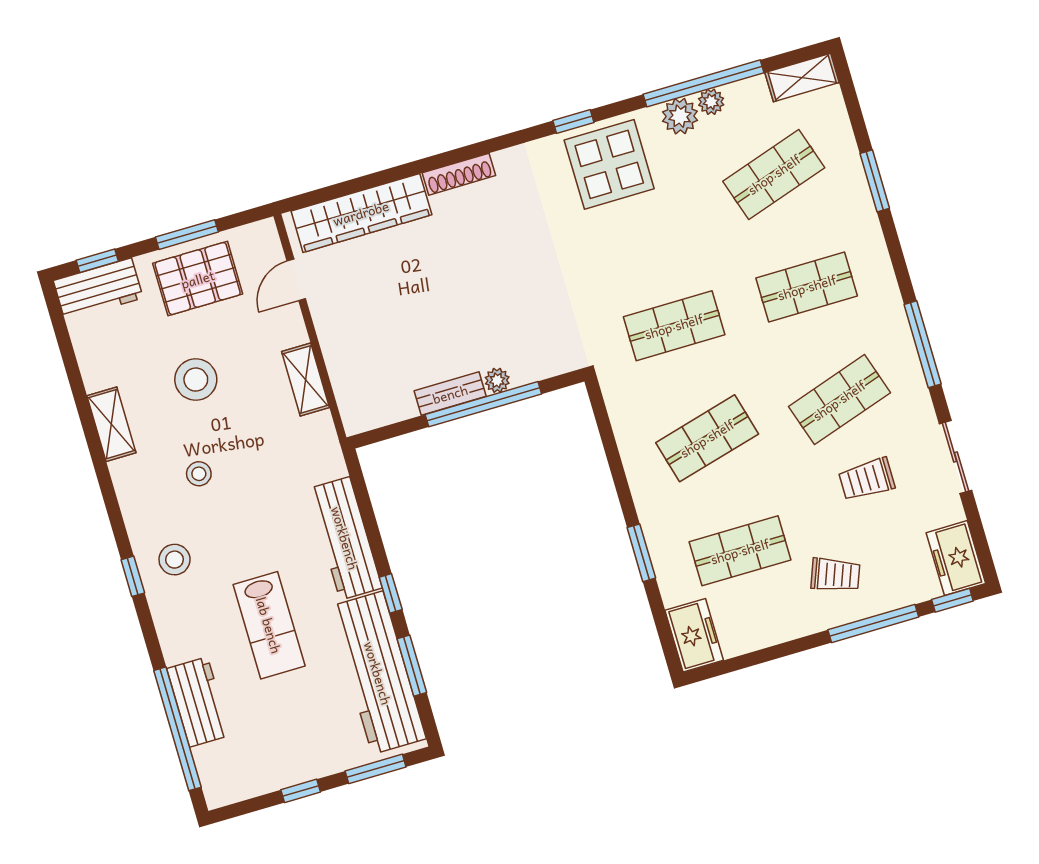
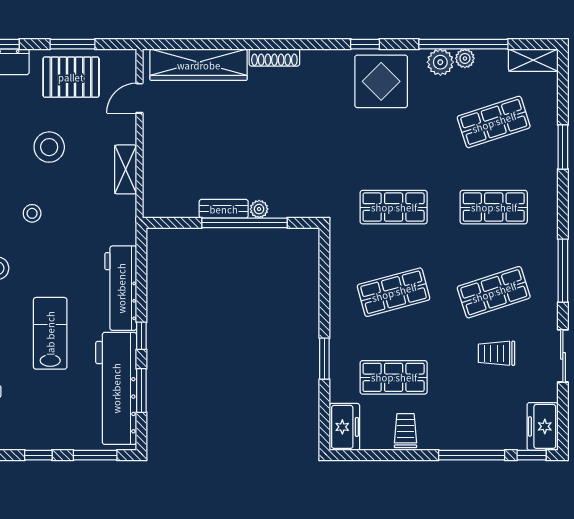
trolley: (835, 575) -> (406, 431), moved, turned -111
lab bench: (269, 625) -> (50, 333), turned 180

